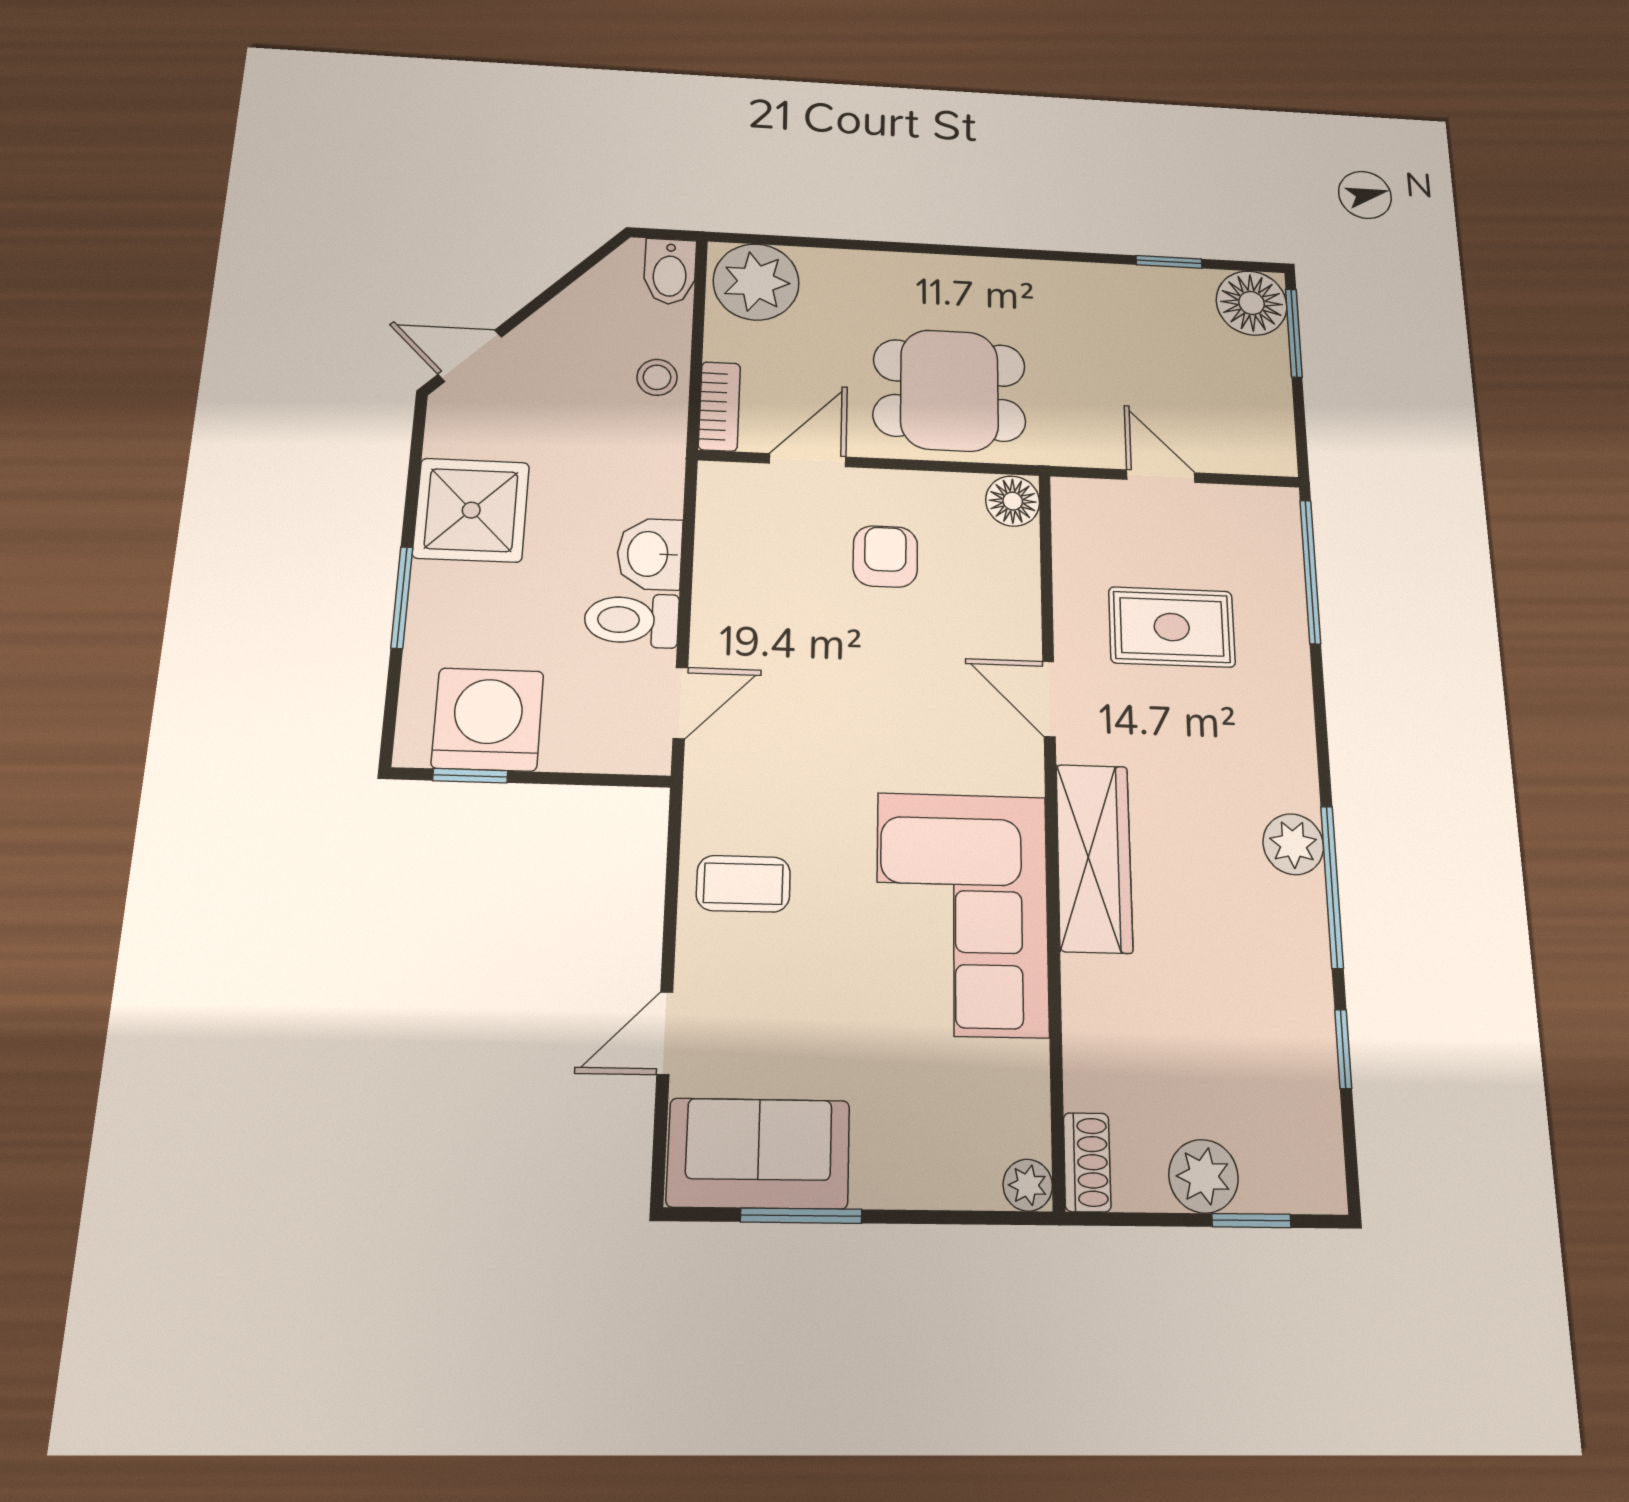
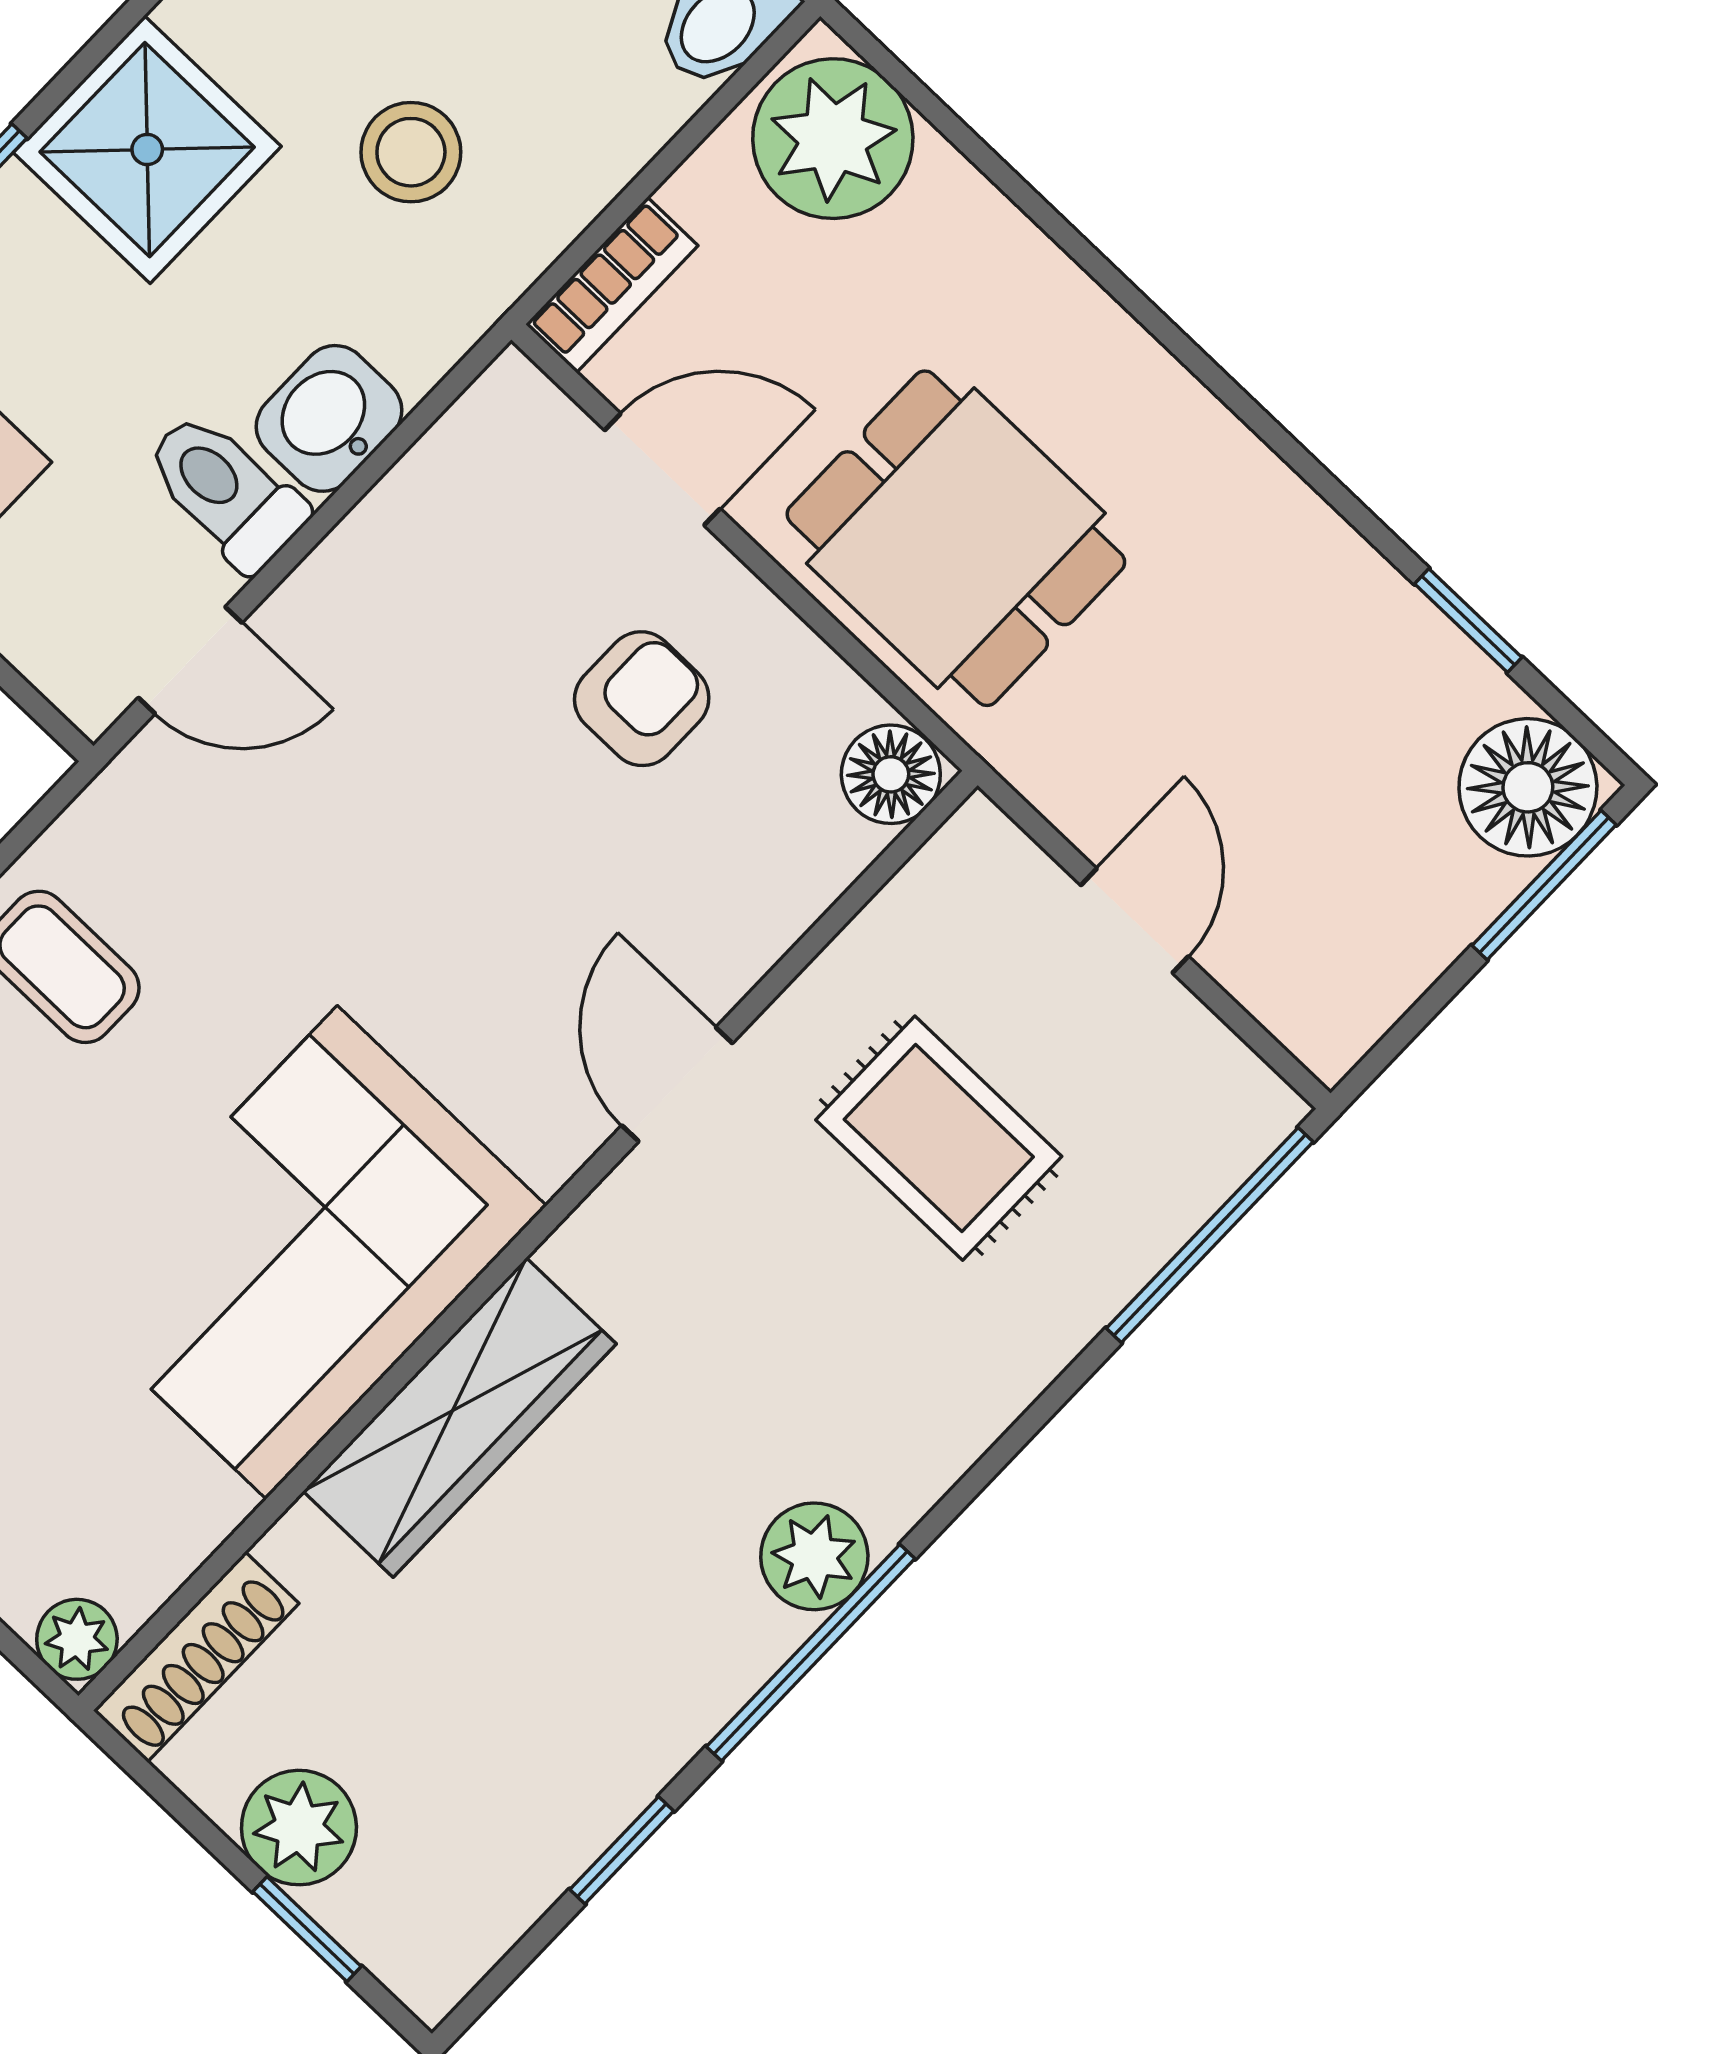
stool: (657, 377) -> (411, 152), moved, width x1.37, depth x1.37
wardrobe: (1094, 858) -> (460, 1417), moved
shoe rack: (1087, 1162) -> (196, 1657), width x1.43

